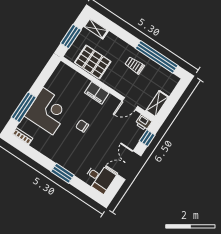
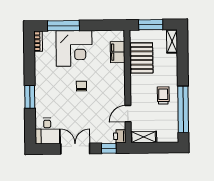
filing cabinet: (97, 93) -> (118, 52), moved
door: (130, 104) -> (128, 114), hinge flipped

